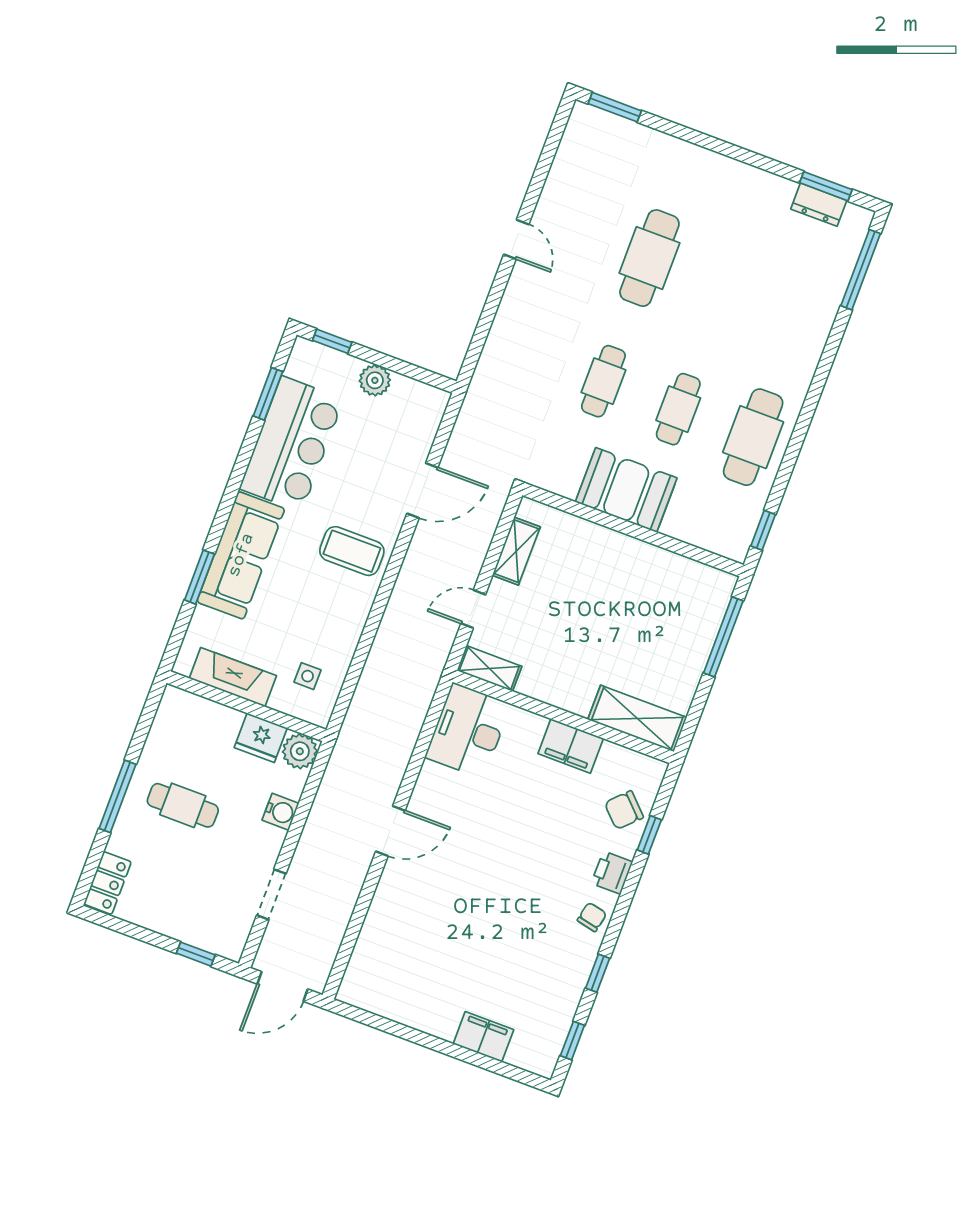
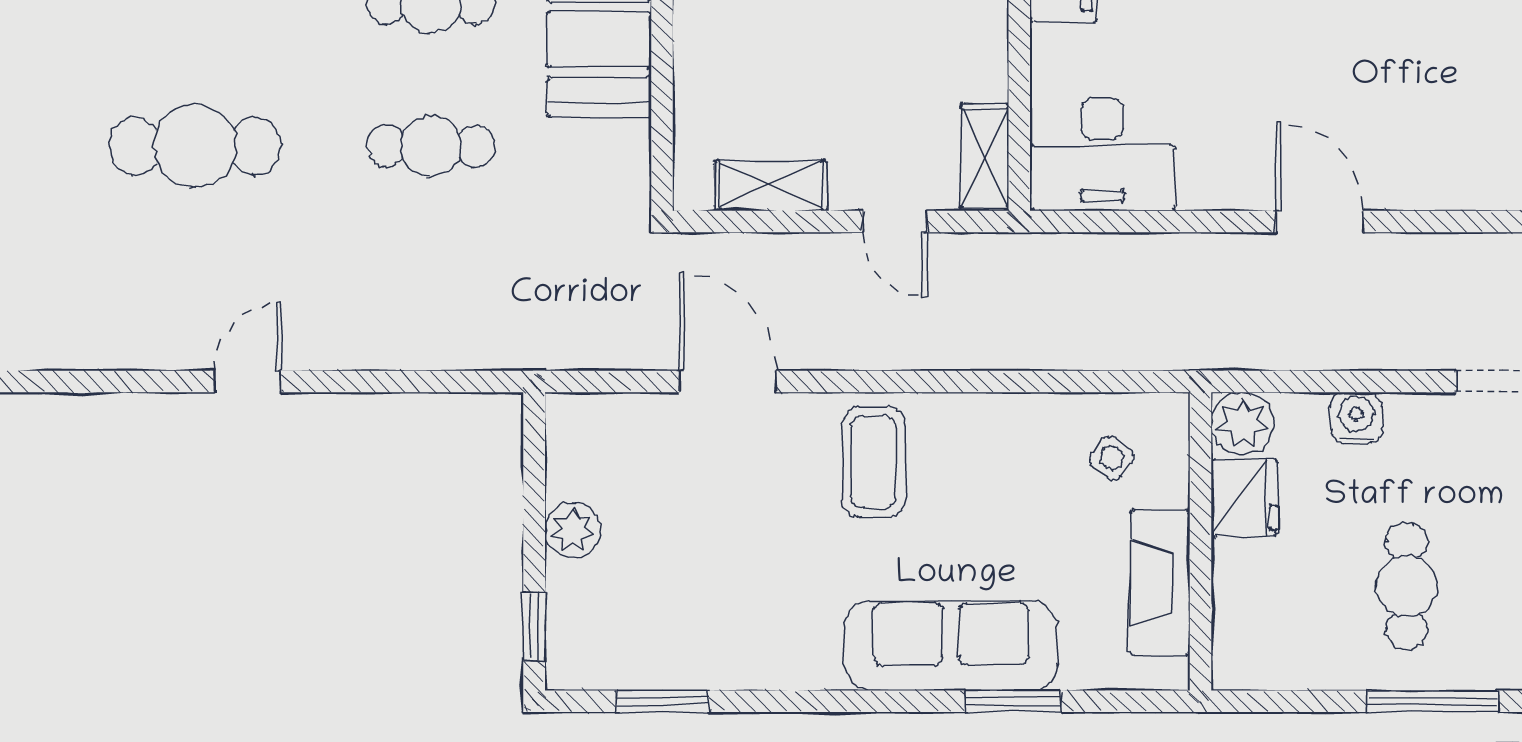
bar counter: (292, 444) -> (732, 630), removed
side table: (308, 676) -> (1111, 458), turned 38

